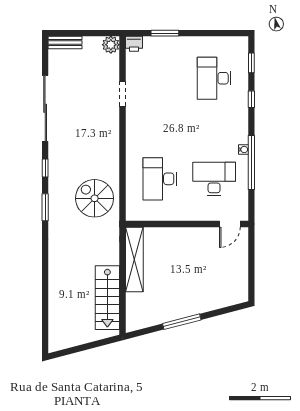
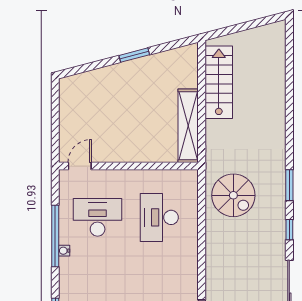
desk: (160, 179) -> (159, 217), turned 180
desk: (214, 179) -> (98, 217), turned 180
window: (182, 322) -> (134, 55), width x0.69

